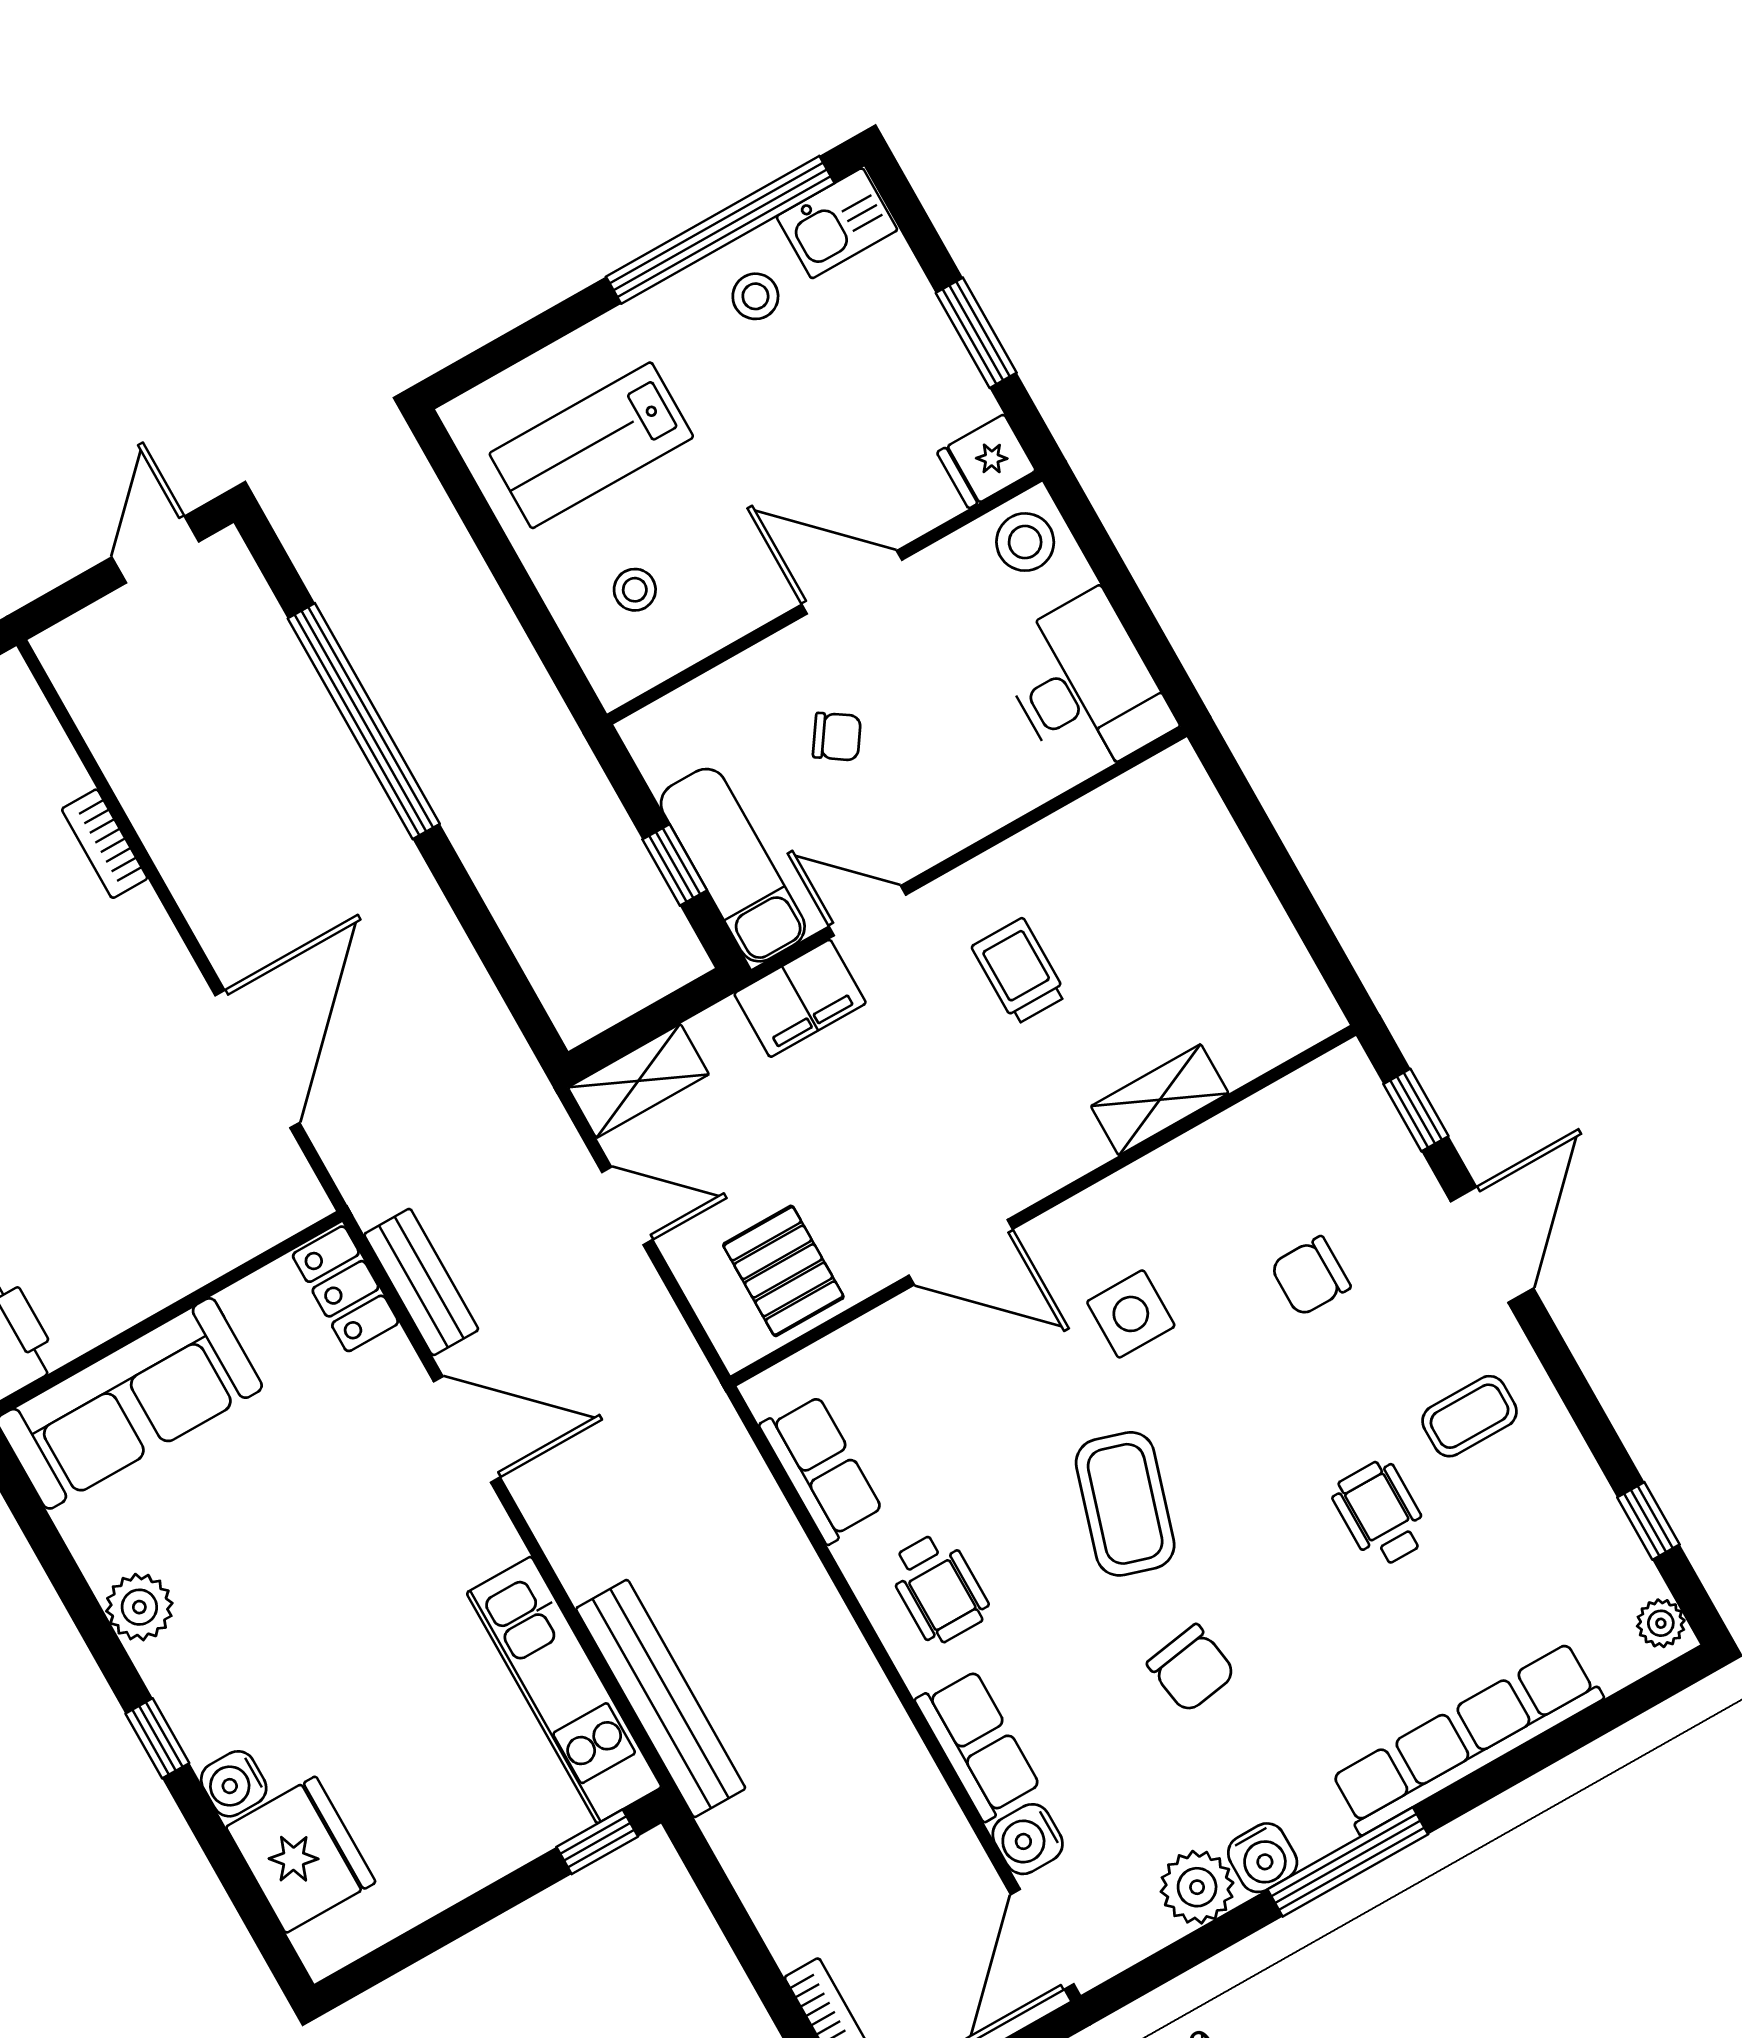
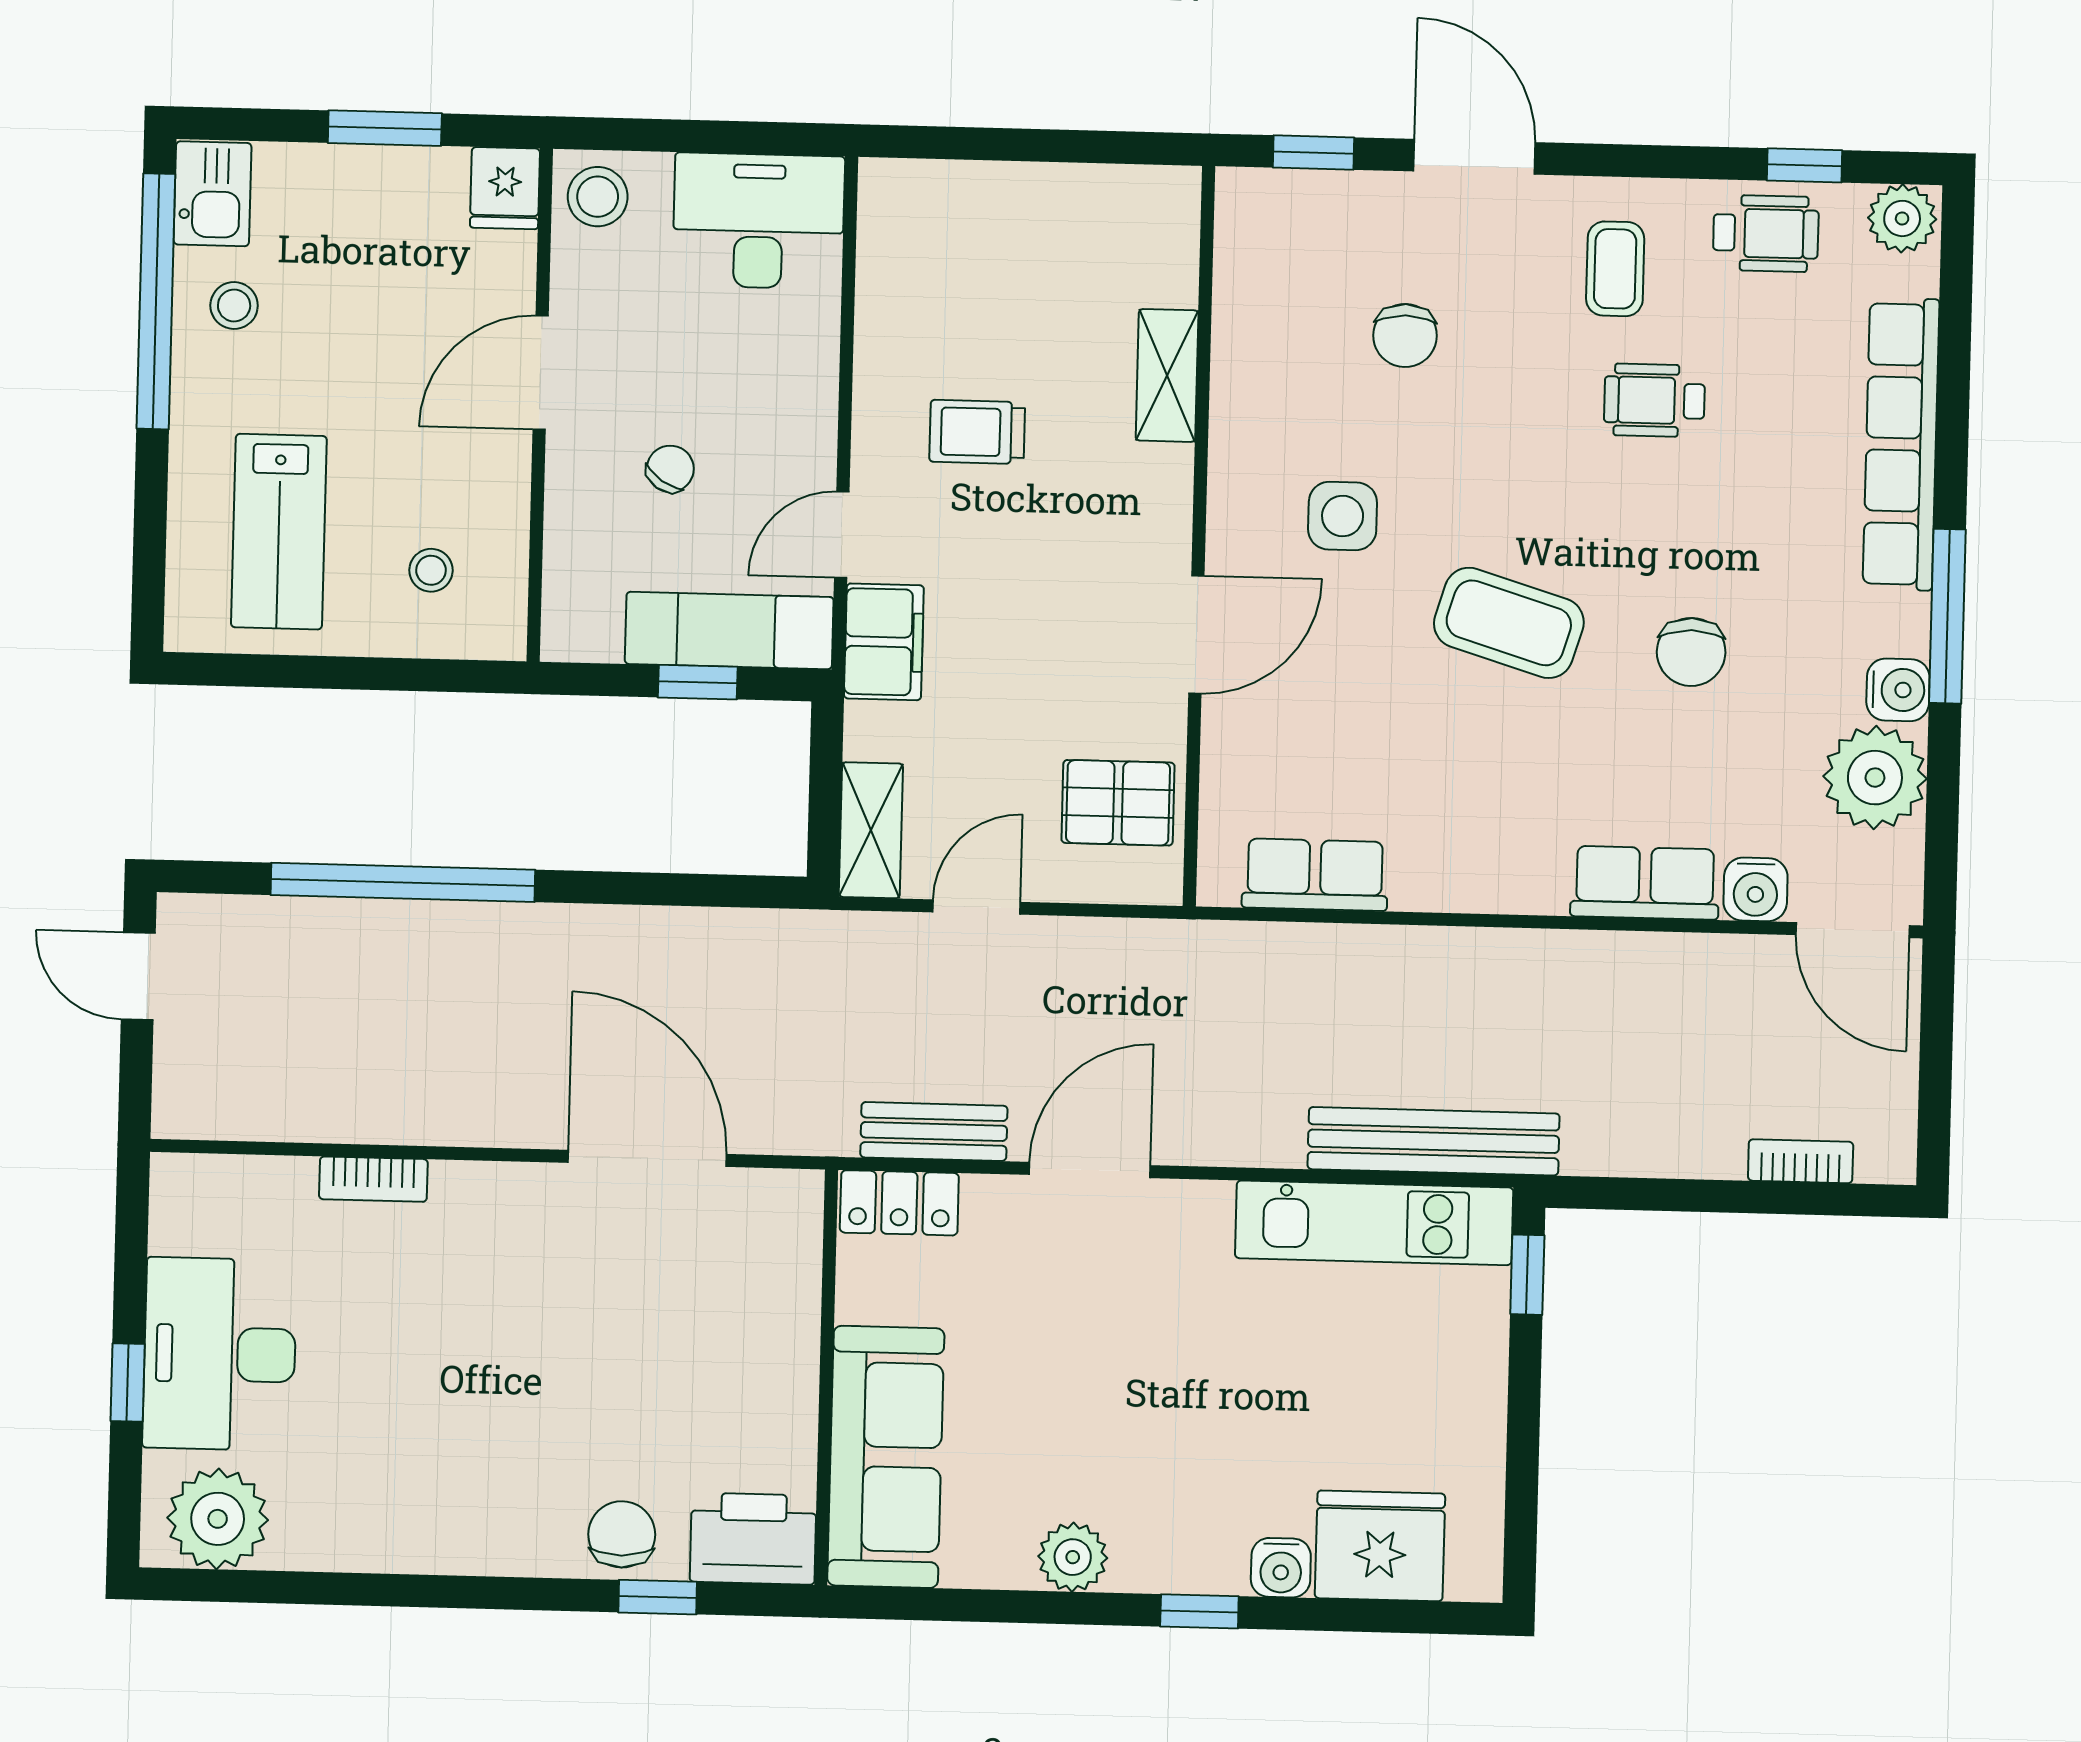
wheelchair: (938, 1588) -> (1766, 233), moved
plant: (1661, 1623) -> (1902, 218), width x1.38, depth x1.38
chair: (1191, 1668) -> (1691, 652), turned 99
plant: (1197, 1887) -> (1875, 778), width x1.36, depth x1.36

